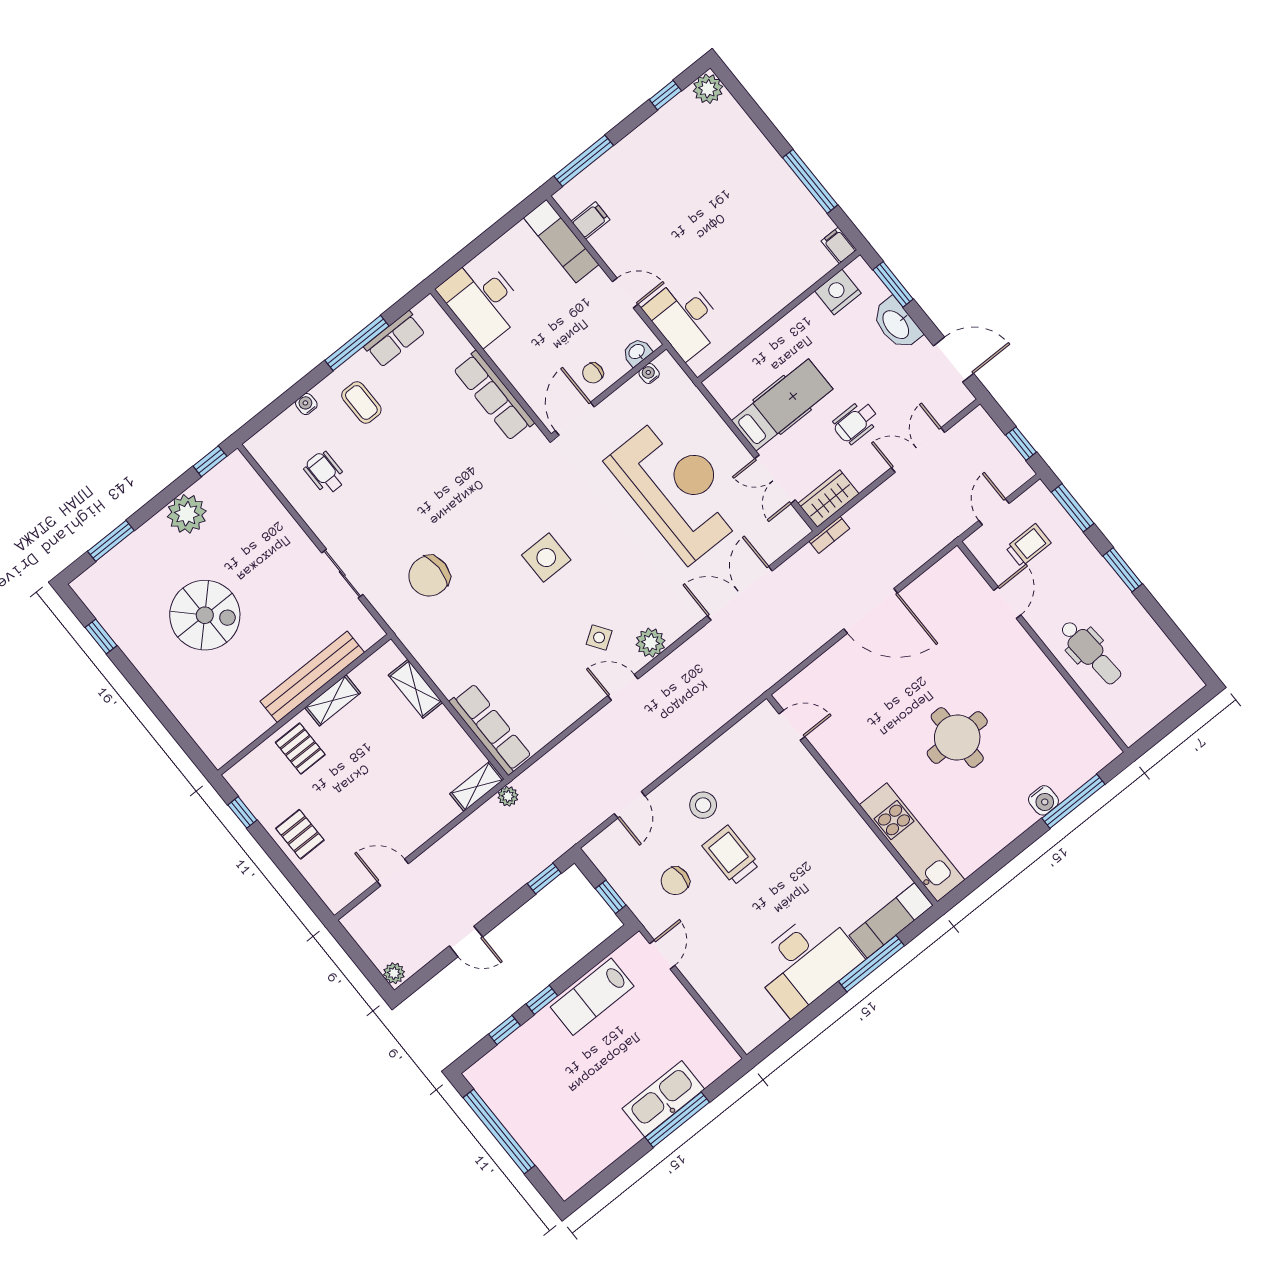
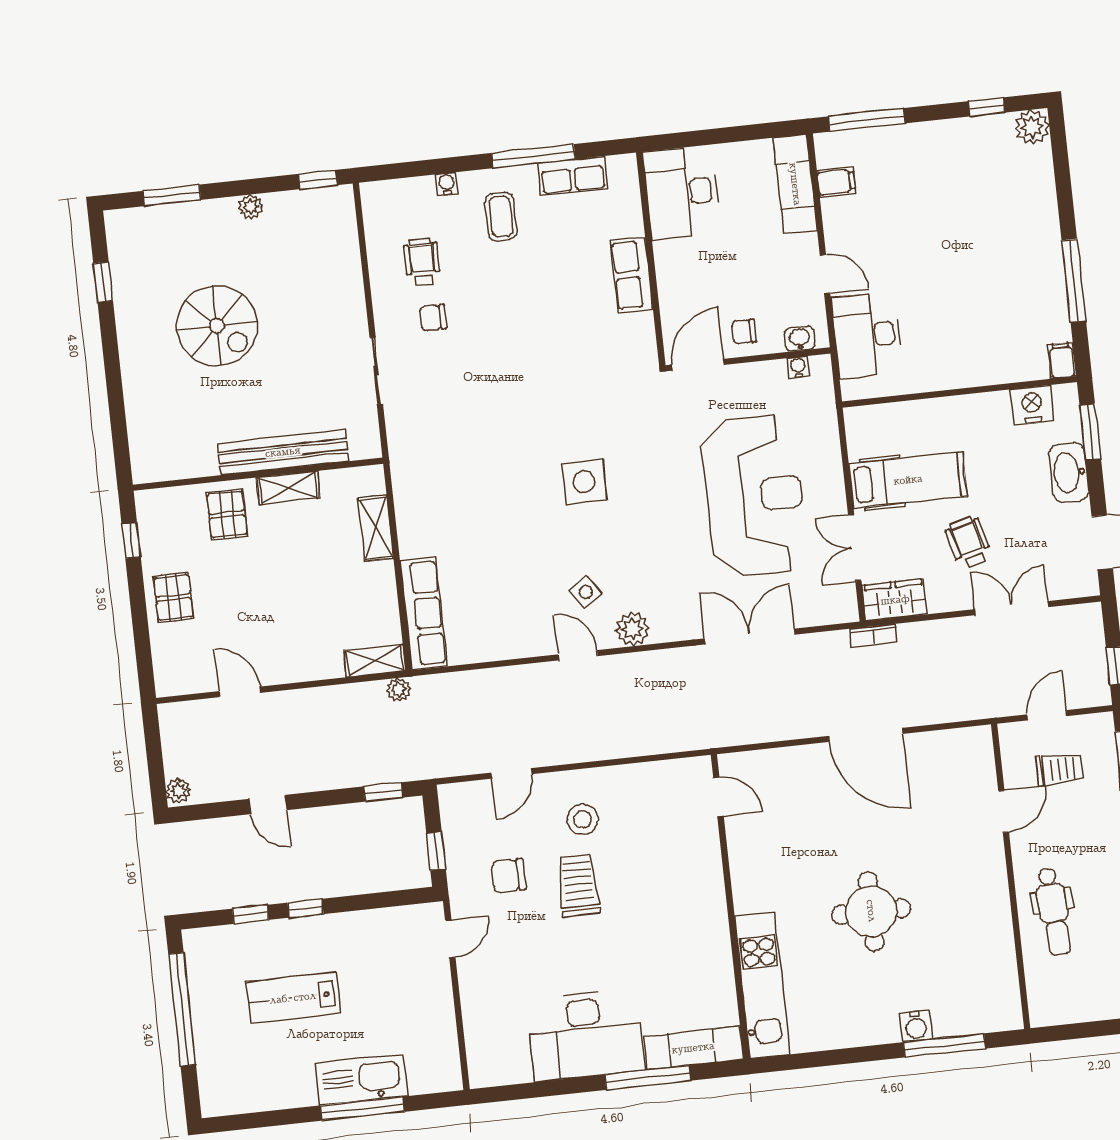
row of seats: (494, 396) -> (632, 275), width x0.68
wheelchair: (856, 422) -> (968, 542), turned 75
plant: (187, 514) -> (251, 207), width x0.53, depth x0.53
chair: (429, 576) -> (433, 318), moved, width x0.54, depth x0.54
lab bench: (592, 997) -> (293, 998), moved

